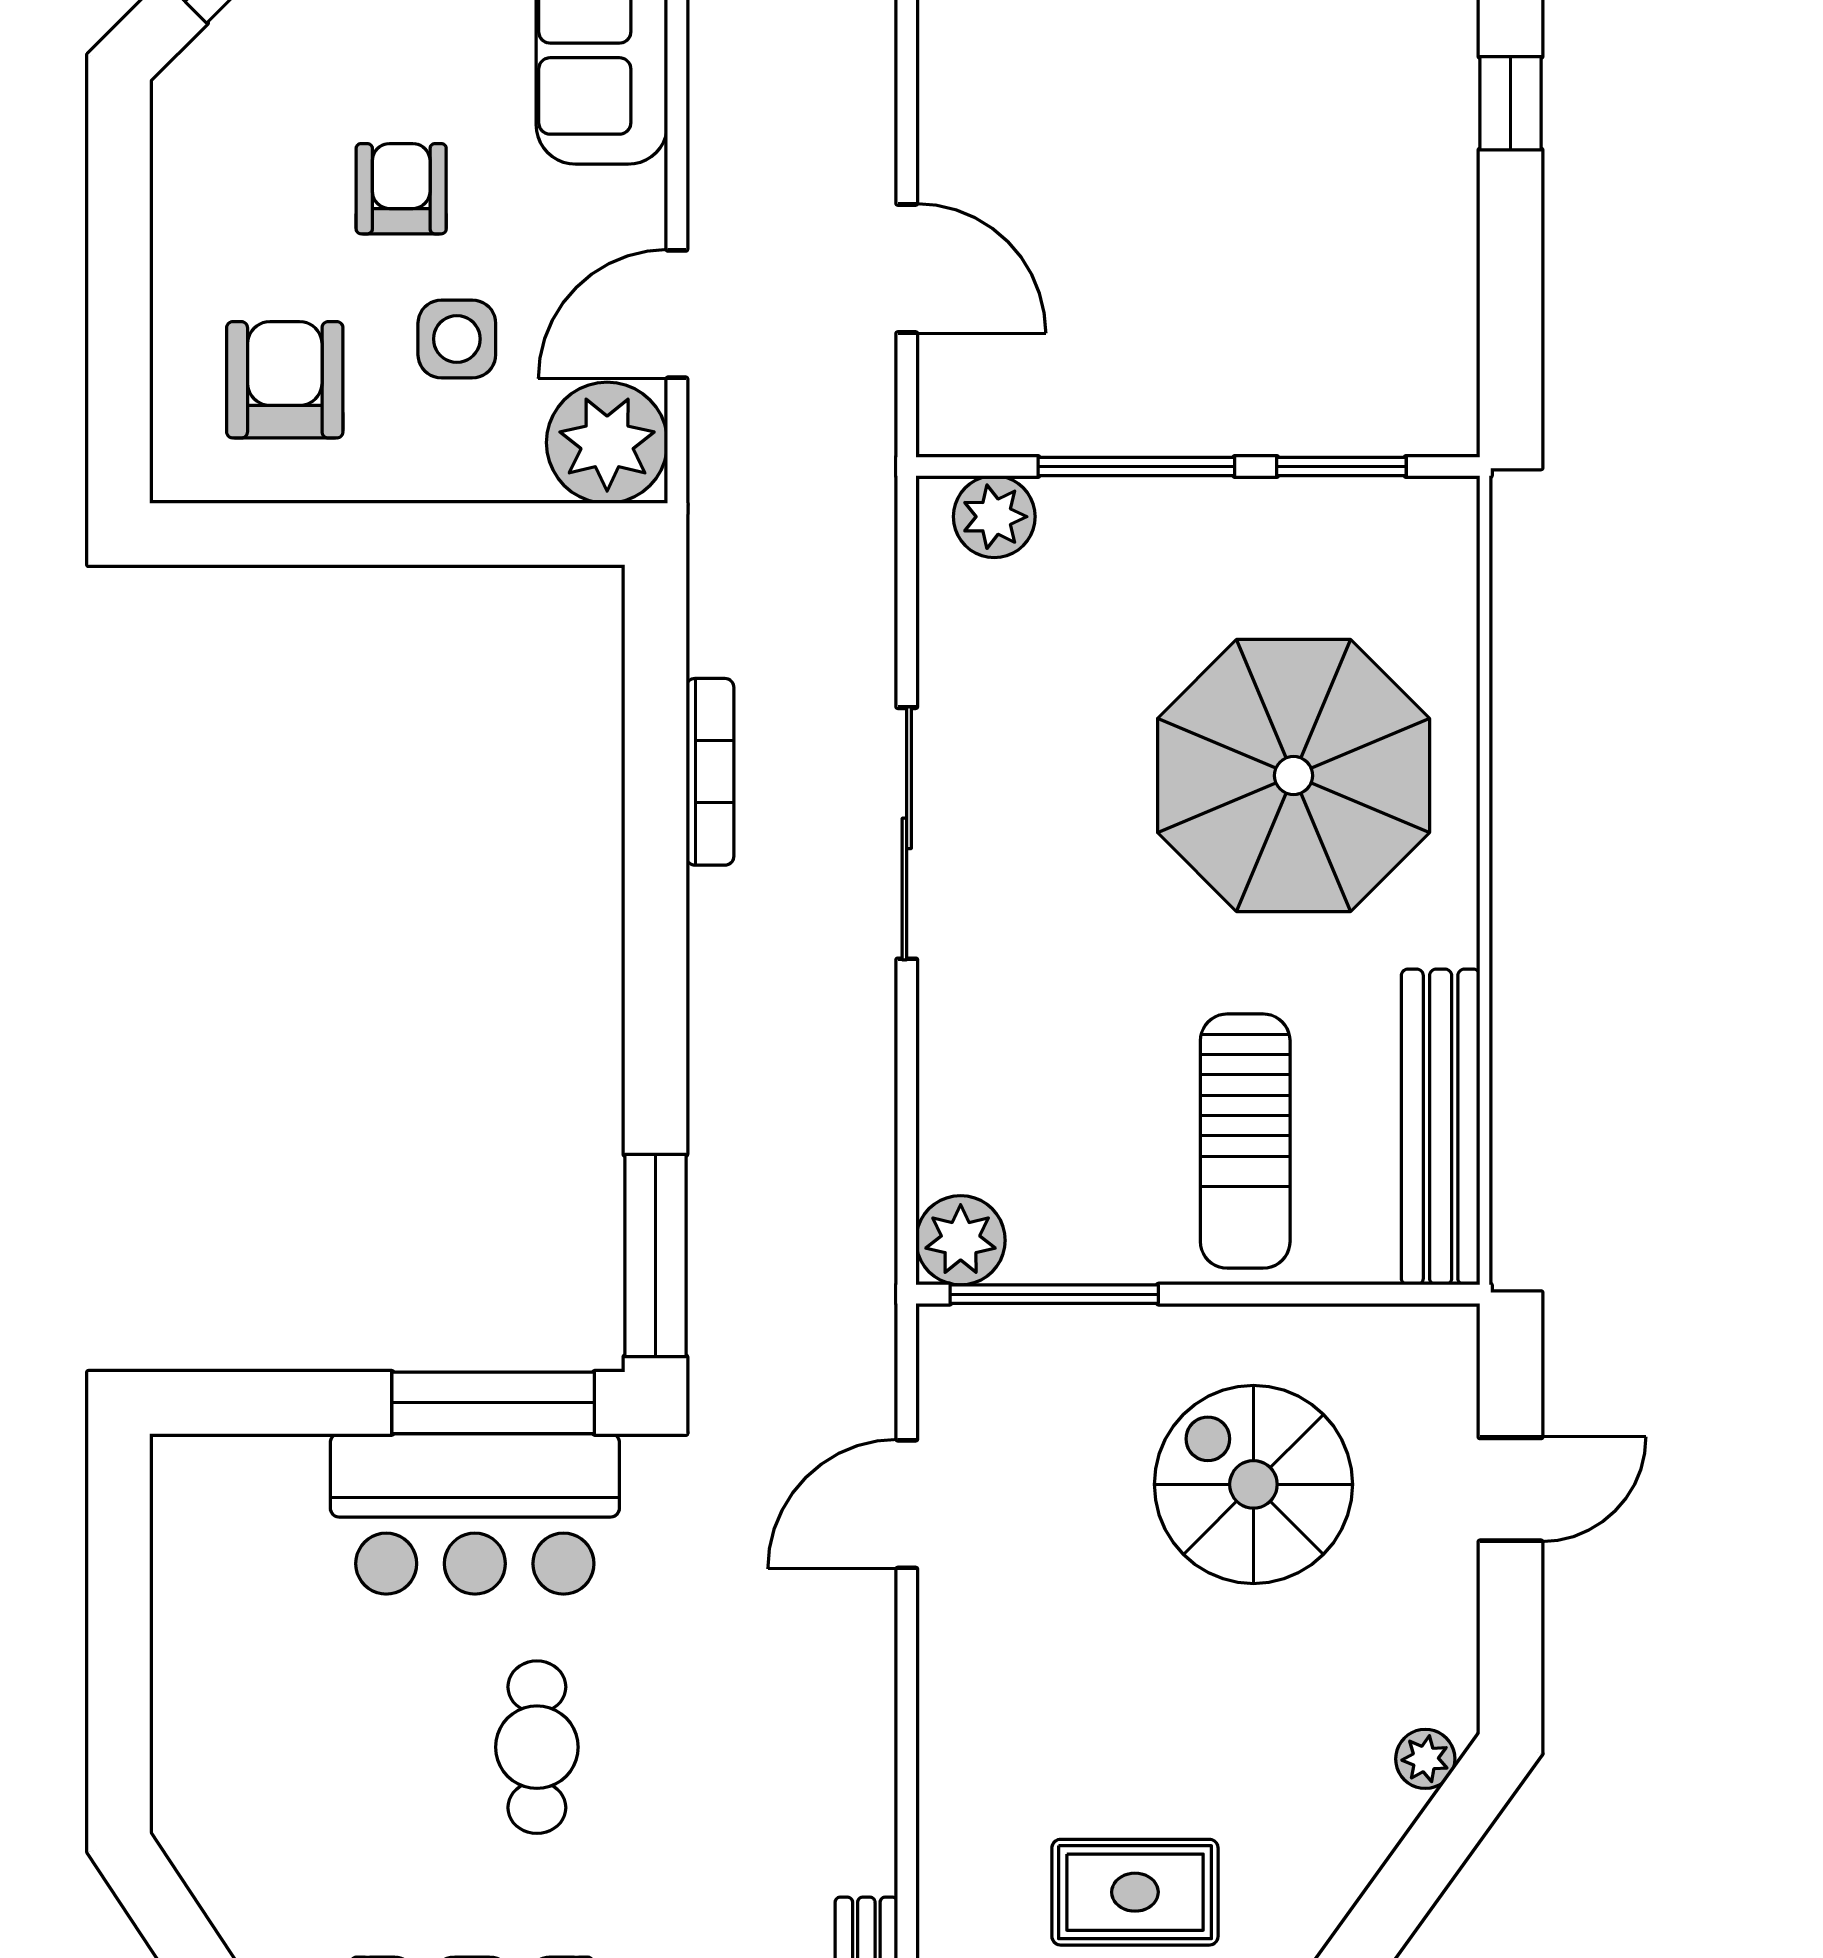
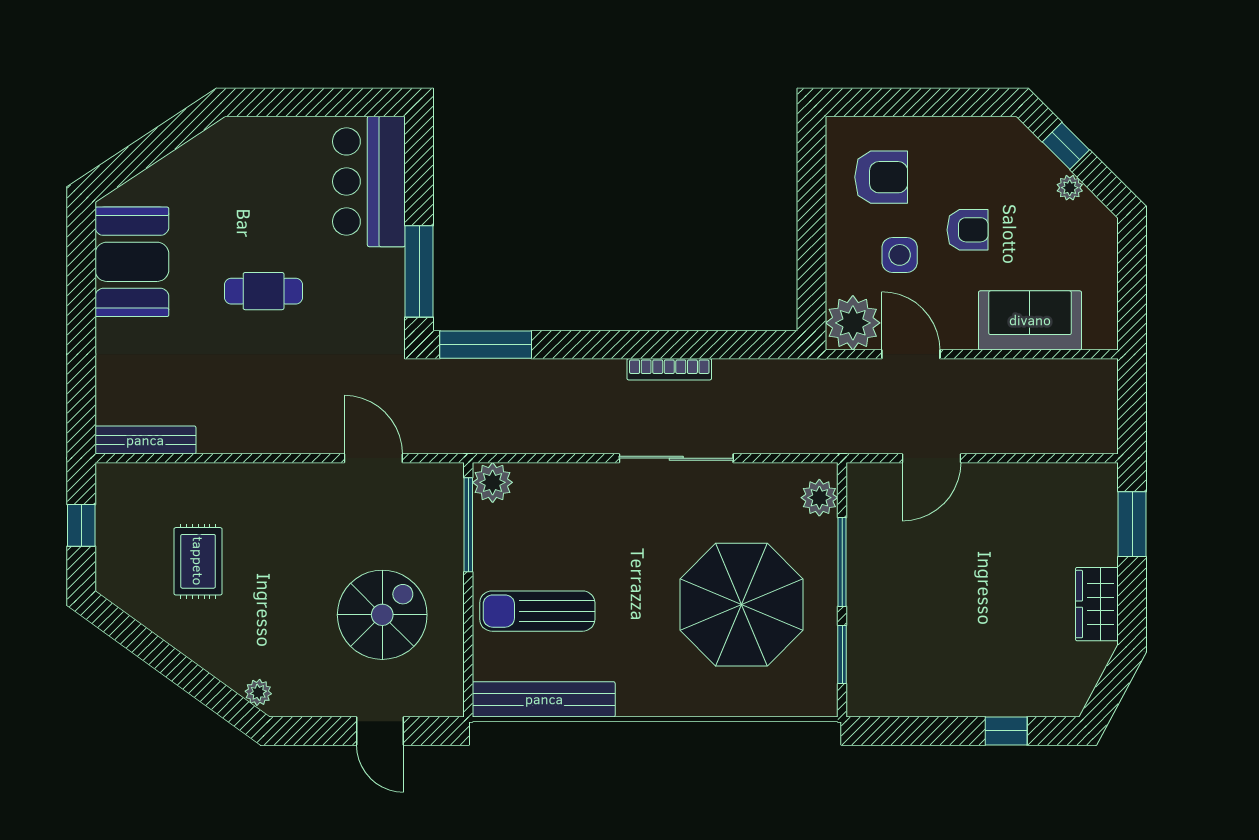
bookcase: (710, 772) -> (669, 369), moved
parasol: (1294, 776) -> (742, 605), moved
bar counter: (475, 1514) -> (369, 181), moved

